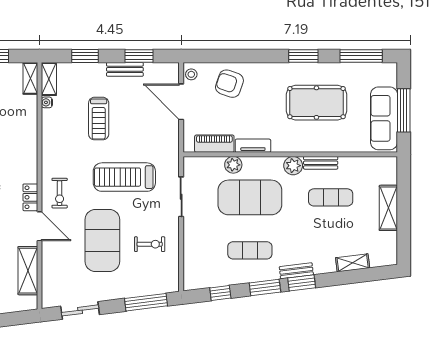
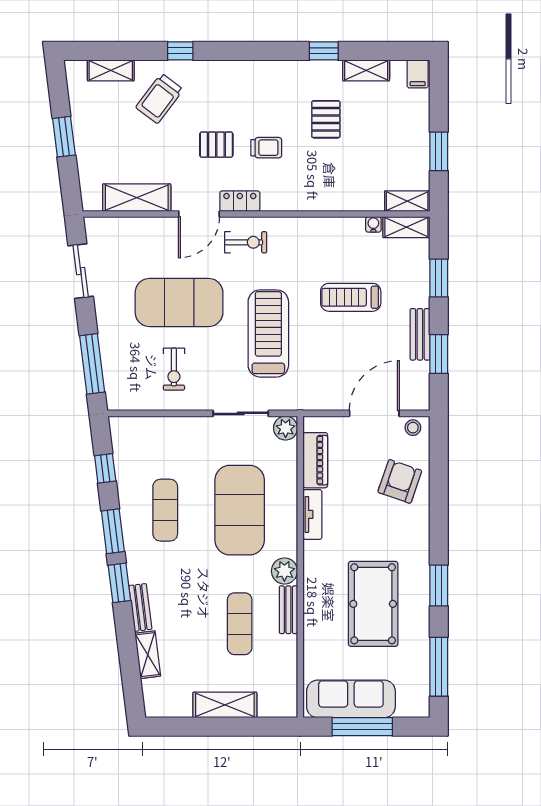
plant: (233, 165) -> (286, 428), moved
exercise bike: (60, 193) -> (246, 242), turned 180
bench: (296, 271) -> (140, 607), moved

